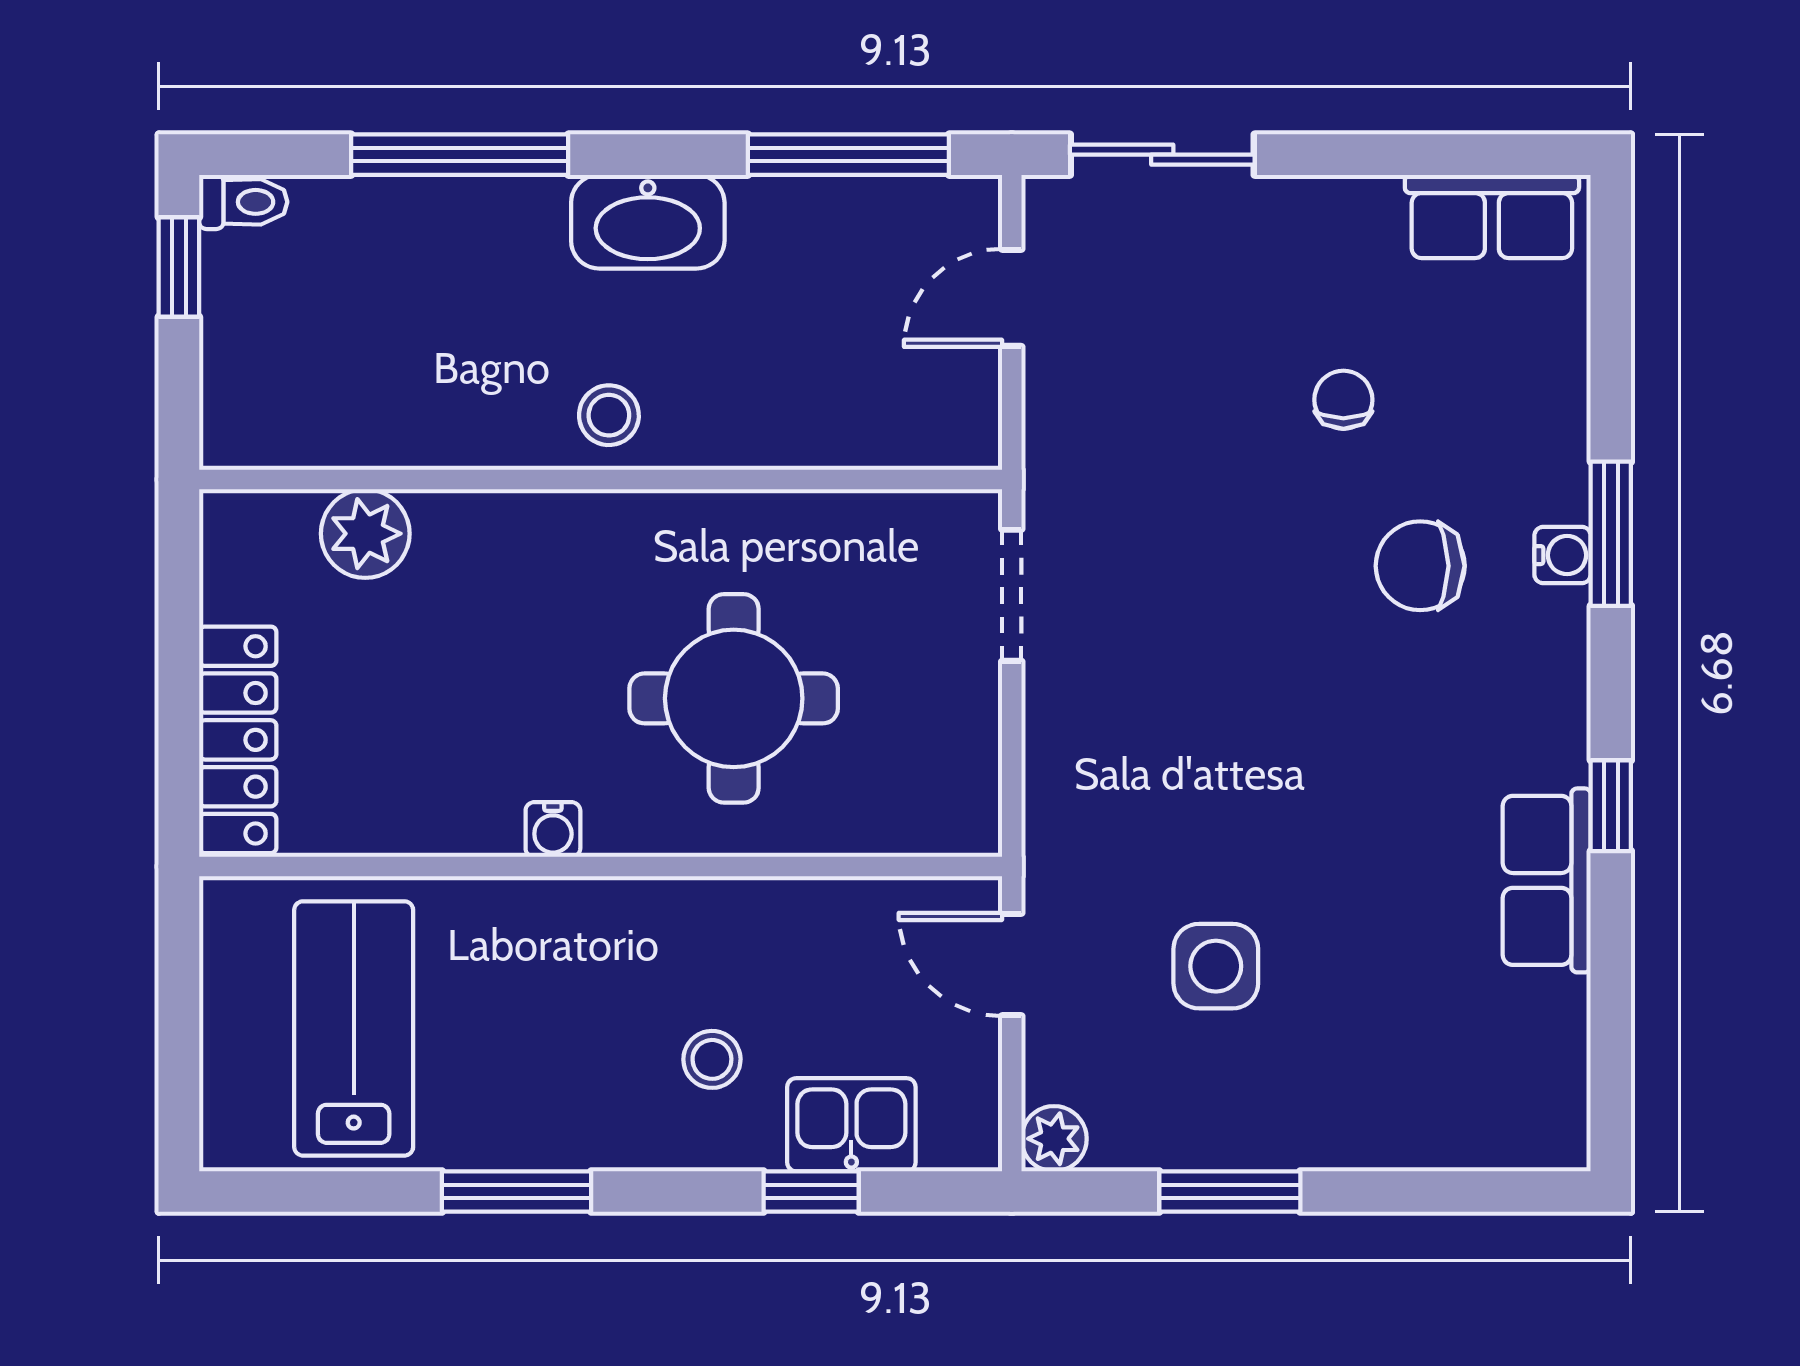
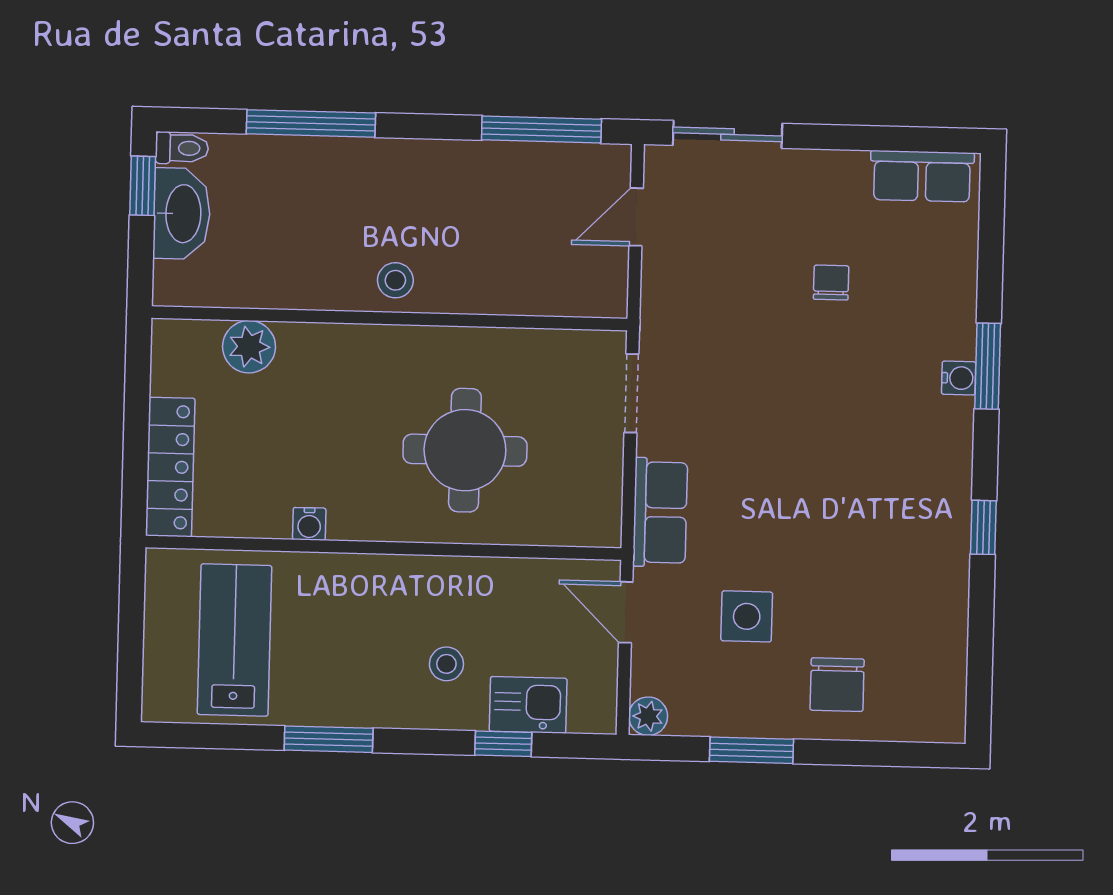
washbasin: (648, 222) -> (182, 214), moved, turned -90
chair: (1420, 566) -> (837, 685), moved, turned -90
water cooler: (553, 829) -> (309, 524), moved
row of seats: (1547, 880) -> (660, 512), moved, turned 180

